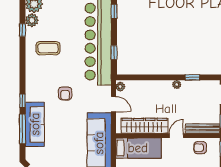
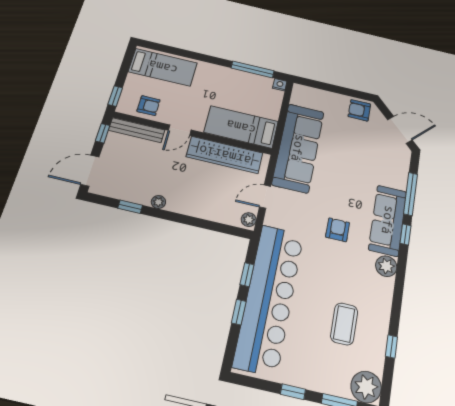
window: (114, 11) -> (239, 312), moved
plant: (32, 20) -> (386, 266), moved
coffee table: (48, 48) -> (344, 324), moved, turned 90
door: (114, 104) -> (265, 197), hinge flipped
sofa: (35, 124) -> (388, 220), moved

